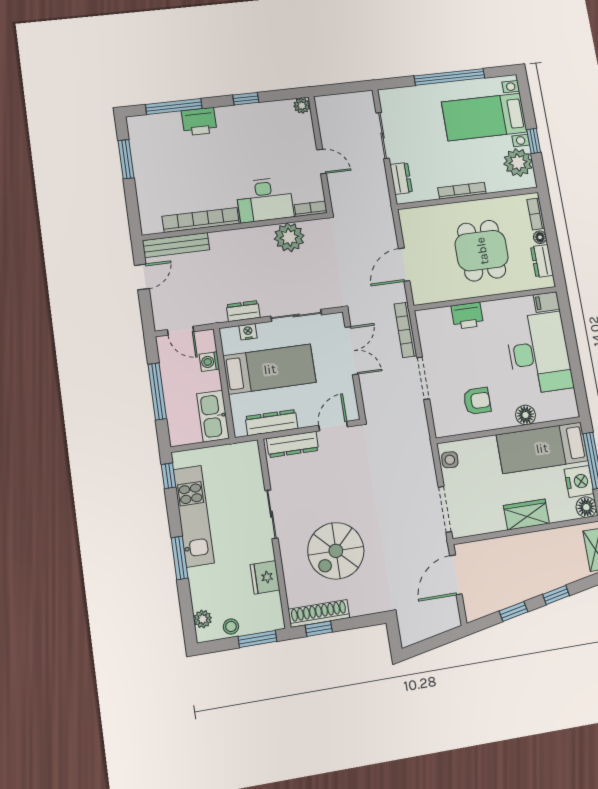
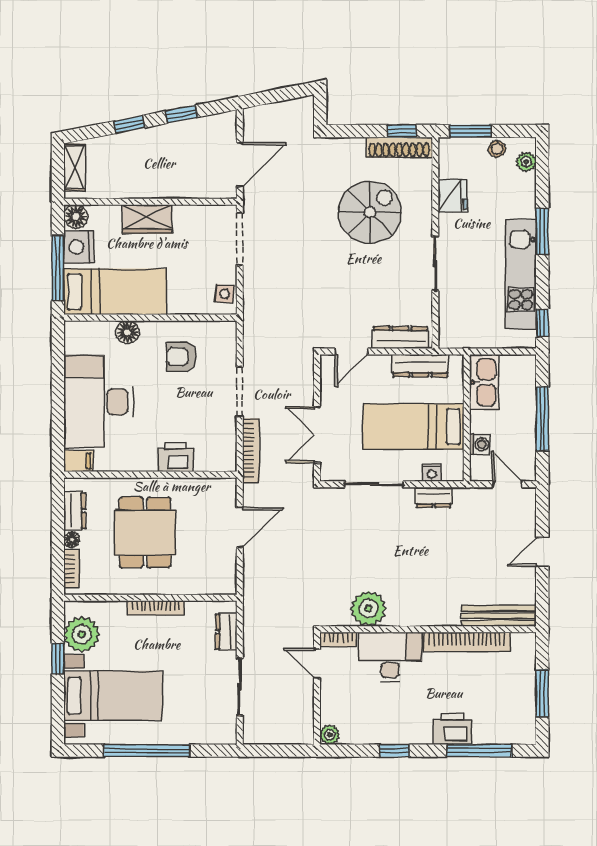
desk: (265, 200) -> (390, 657), moved
bookcase: (311, 209) -> (338, 639), moved
bookcase: (201, 220) -> (467, 642), moved
wall: (236, 226) -> (428, 629), moved
plant: (289, 237) -> (368, 609), moved
bench: (176, 245) -> (499, 616), moved

